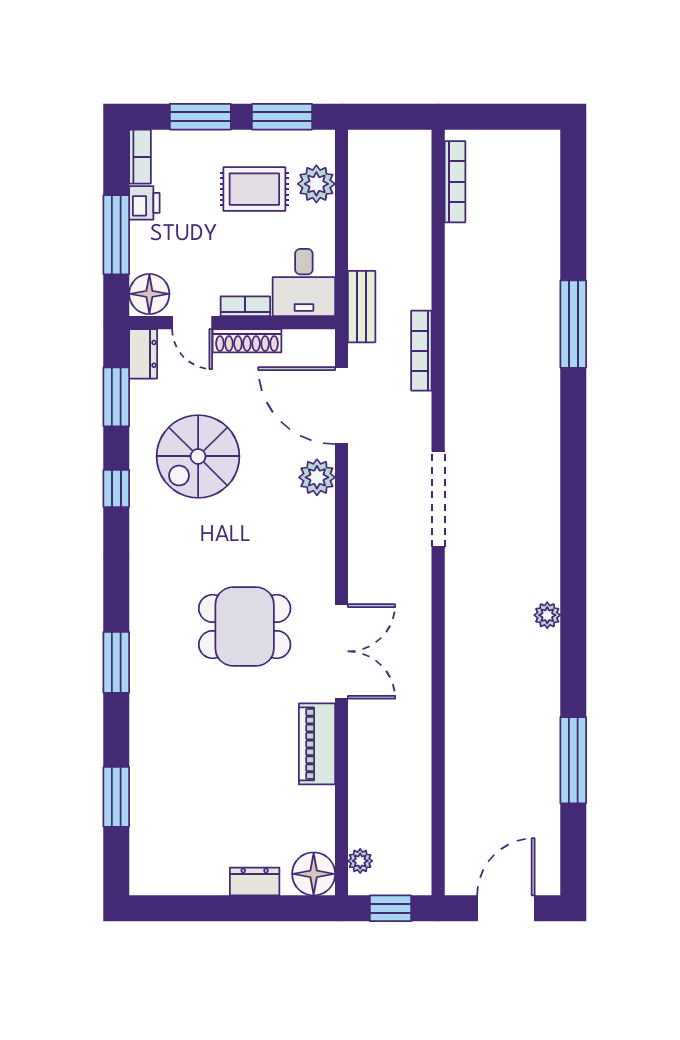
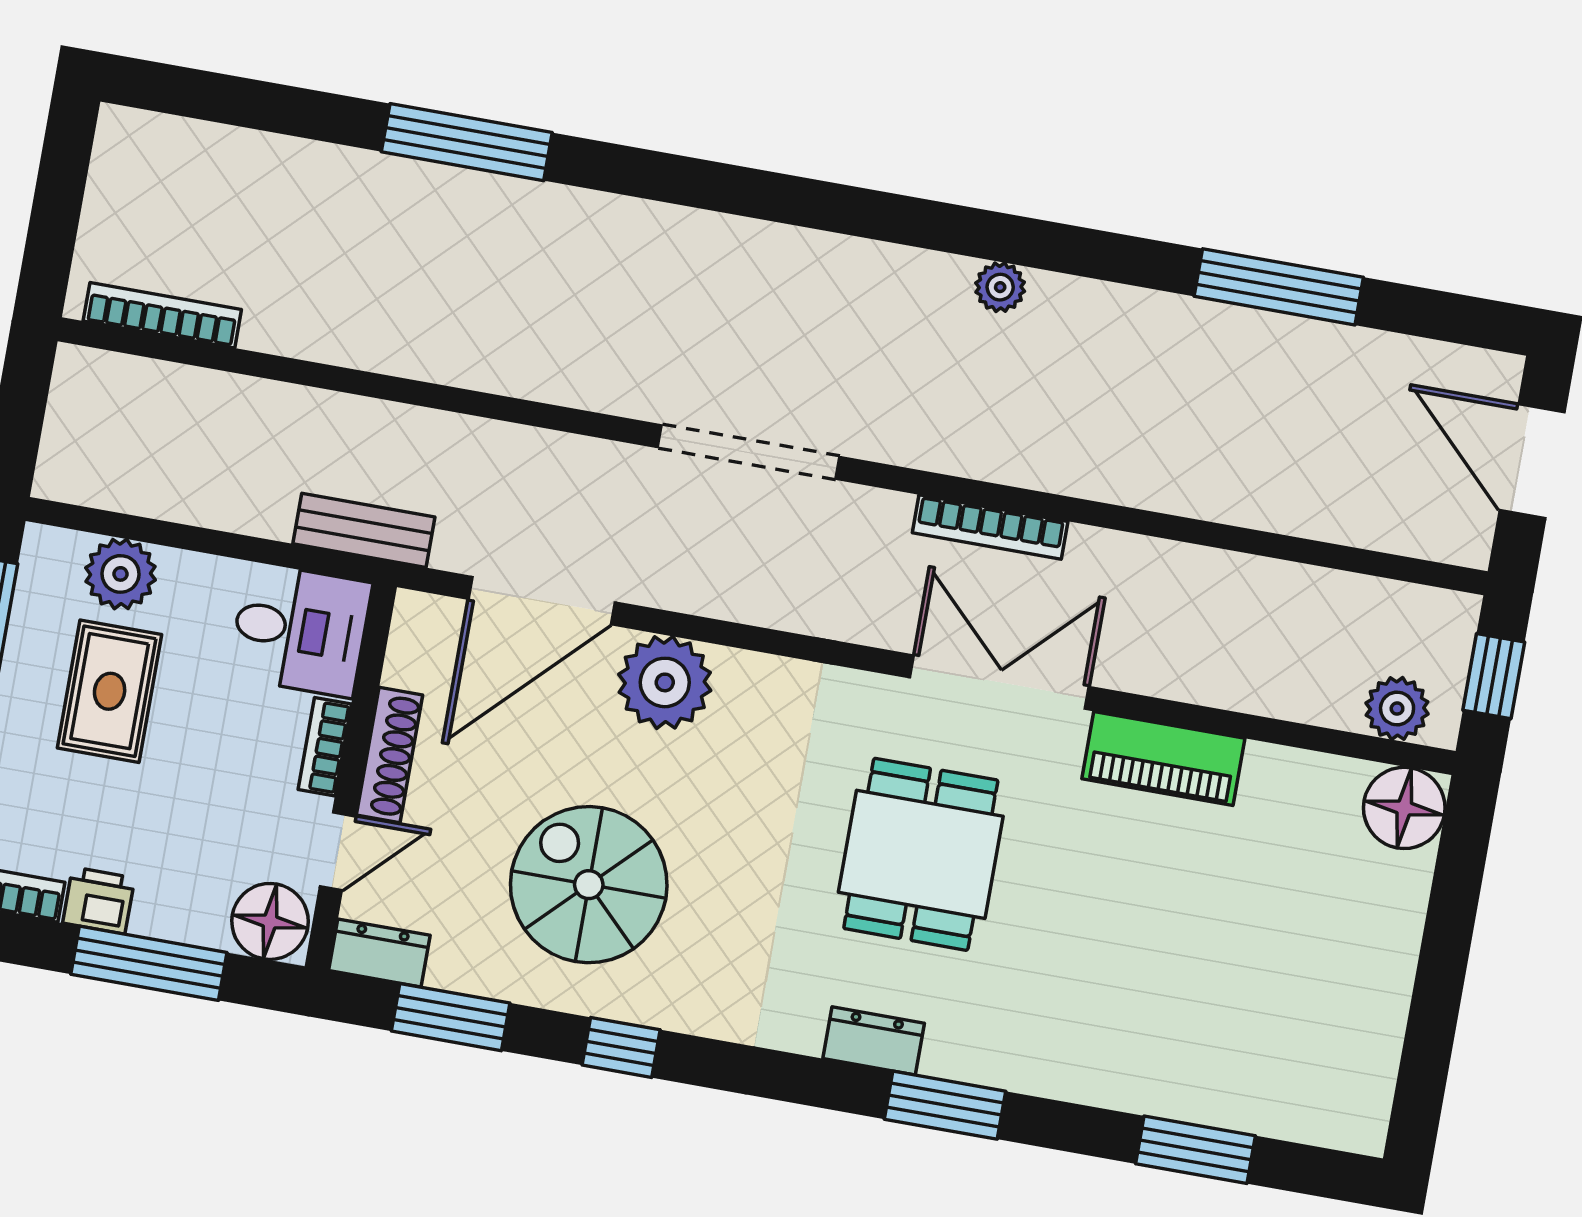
bookcase: (421, 351) -> (990, 527), moved
spiral stairs: (198, 456) -> (589, 885), turned 180
plant: (317, 477) -> (665, 682), width x1.36, depth x1.36
plant: (360, 861) -> (1397, 709), width x1.38, depth x1.38
dresser: (255, 881) -> (874, 1041), moved, turned 90

